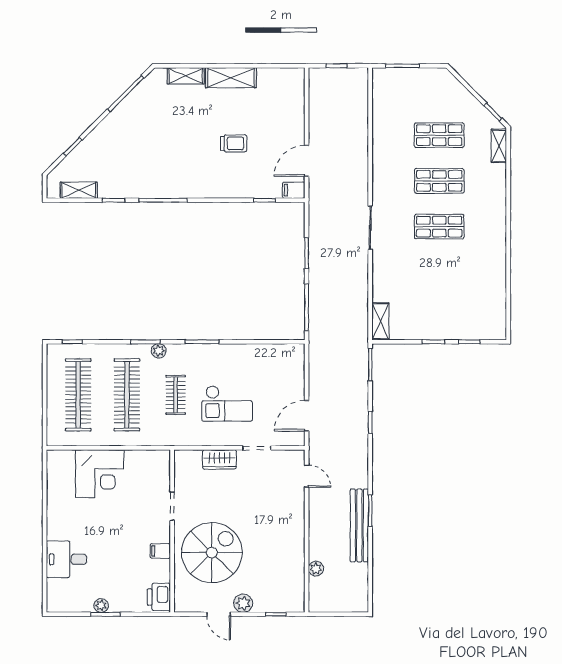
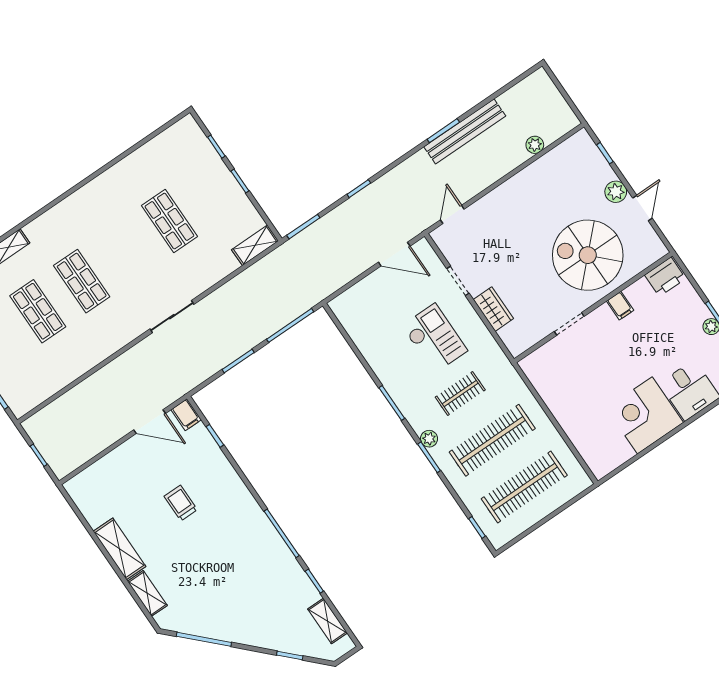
shop shelf: (439, 227) -> (169, 221), moved
corner desk: (100, 474) -> (645, 415), moved, turned -90

